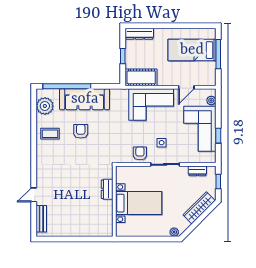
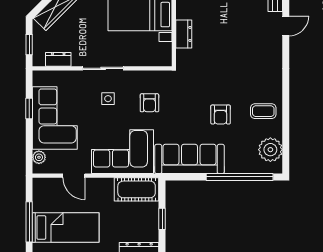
door: (186, 87) -> (74, 176), swing flipped
sofa: (85, 99) -> (189, 159), moved
armchair: (140, 153) -> (149, 103), moved

